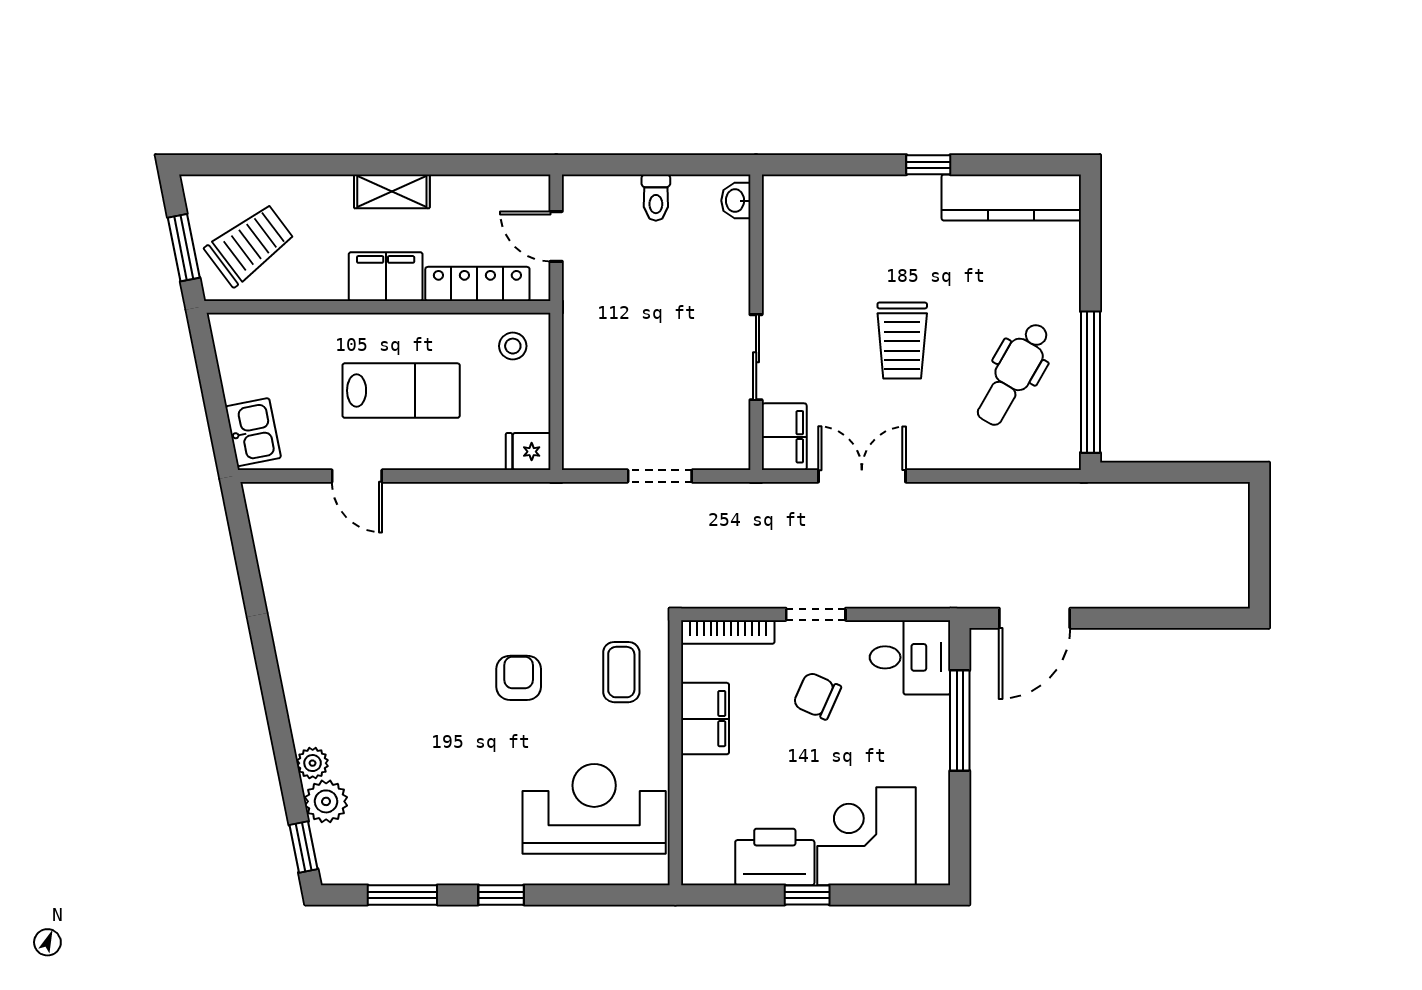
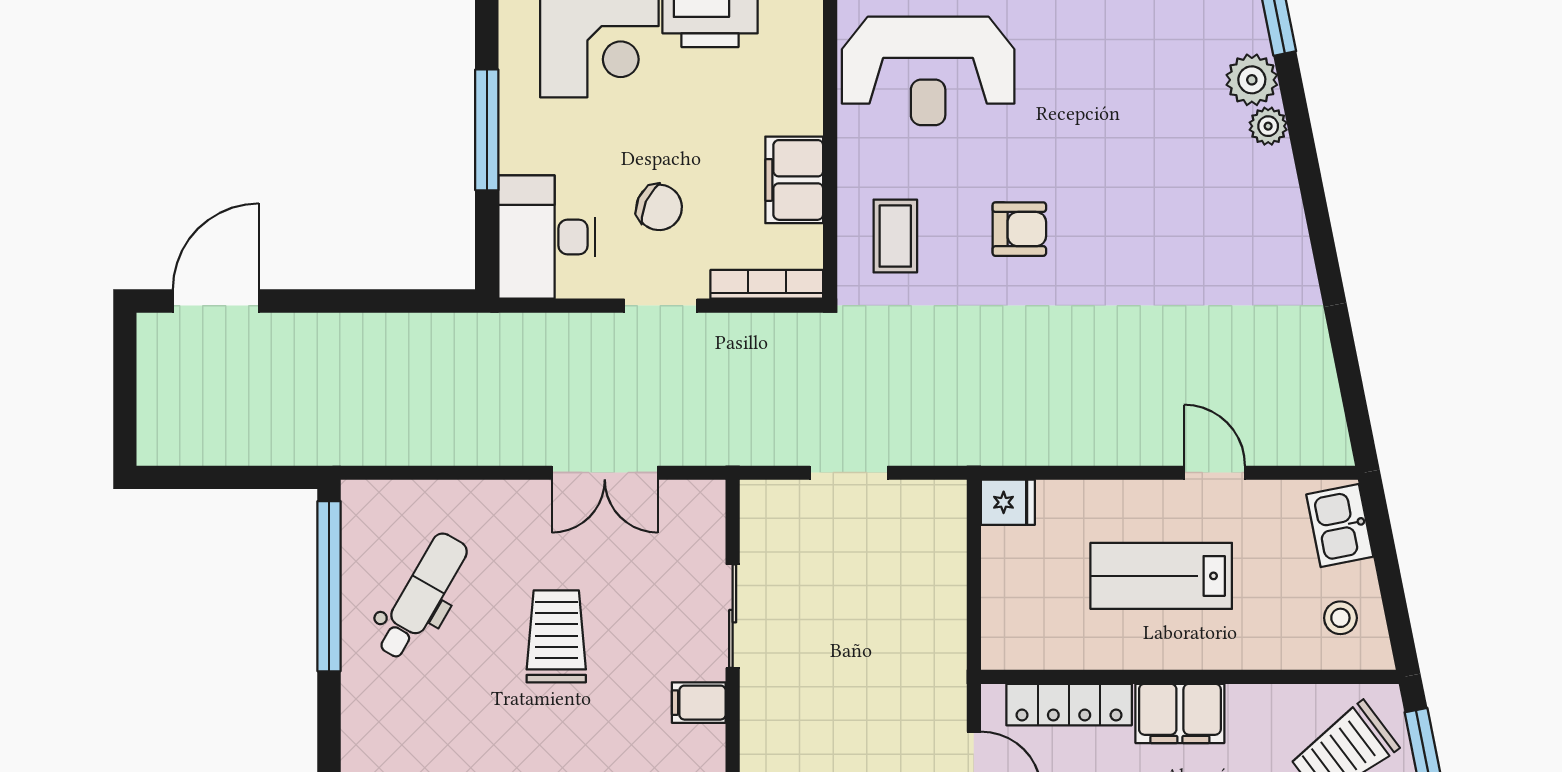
stool: (513, 346) -> (1340, 618), moved
filing cabinet: (784, 437) -> (699, 703), moved, width x0.50
door: (1035, 618) -> (216, 301), moved
desk: (910, 657) -> (547, 237), width x1.37
armchair: (519, 678) -> (1019, 229), turned -90
window: (960, 721) -> (487, 130), moved

